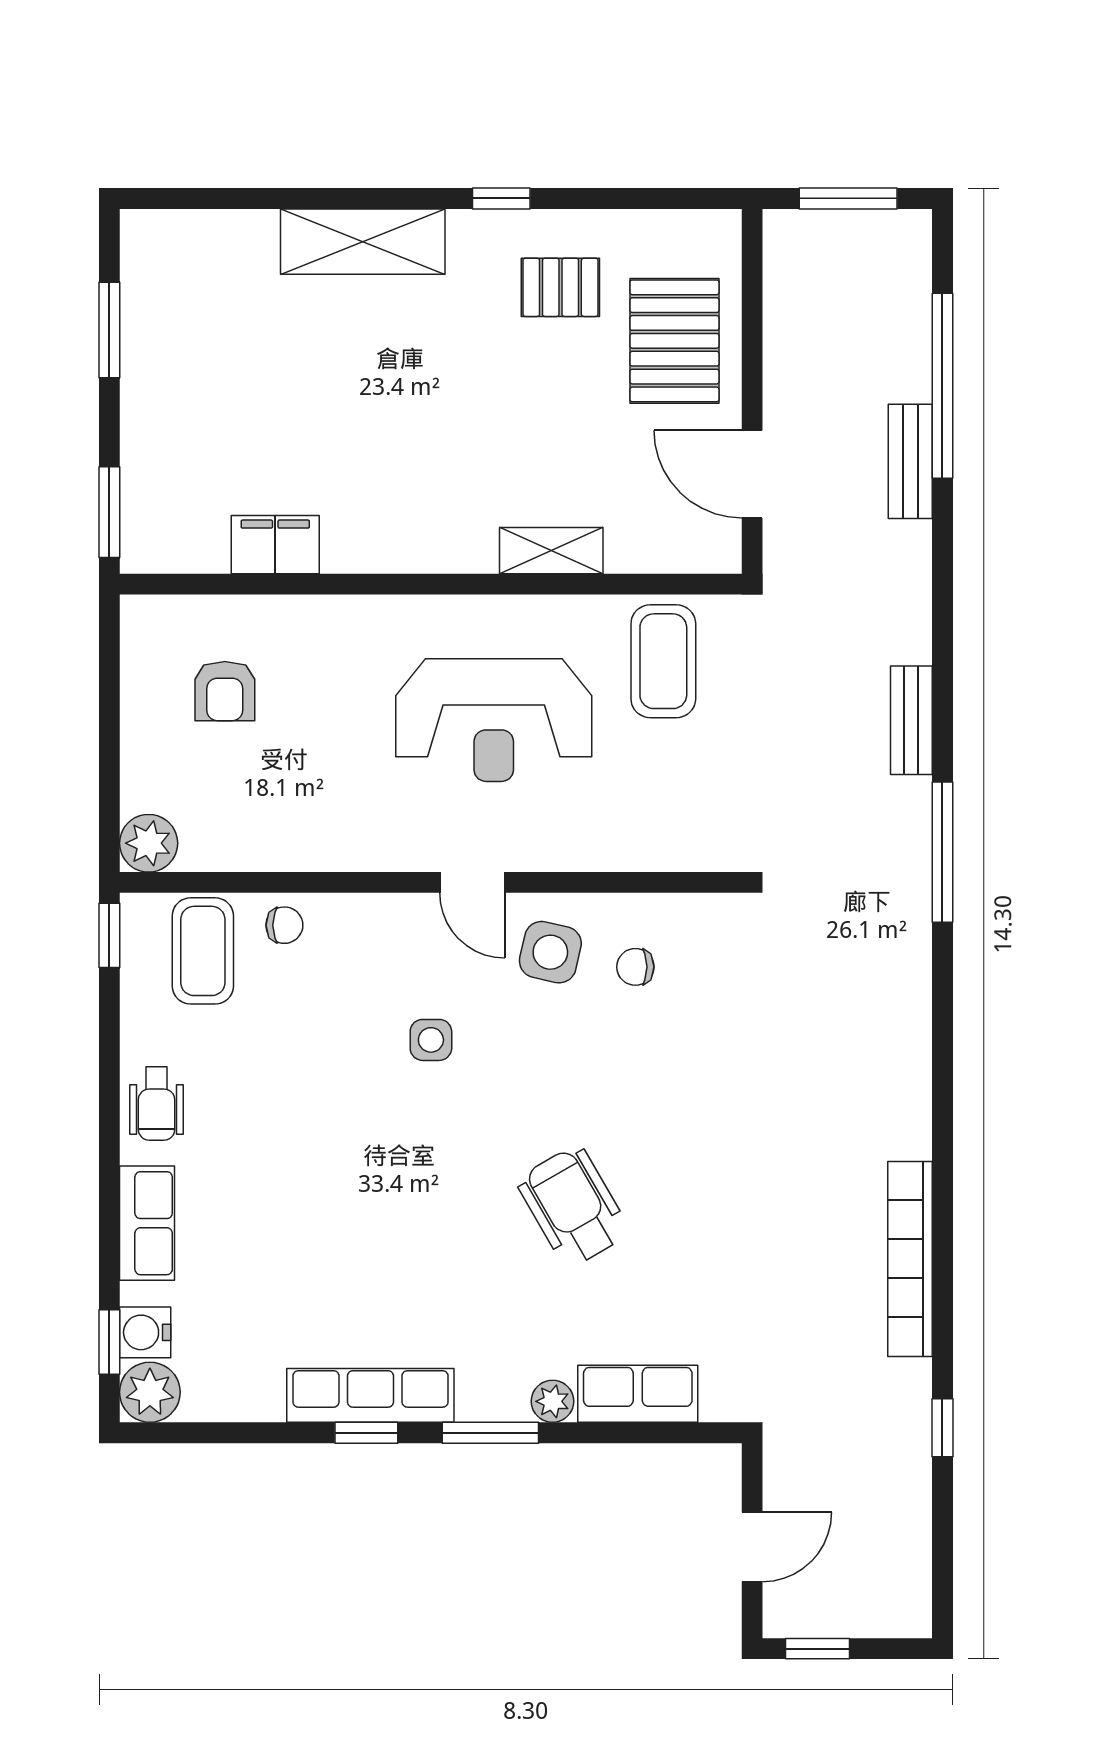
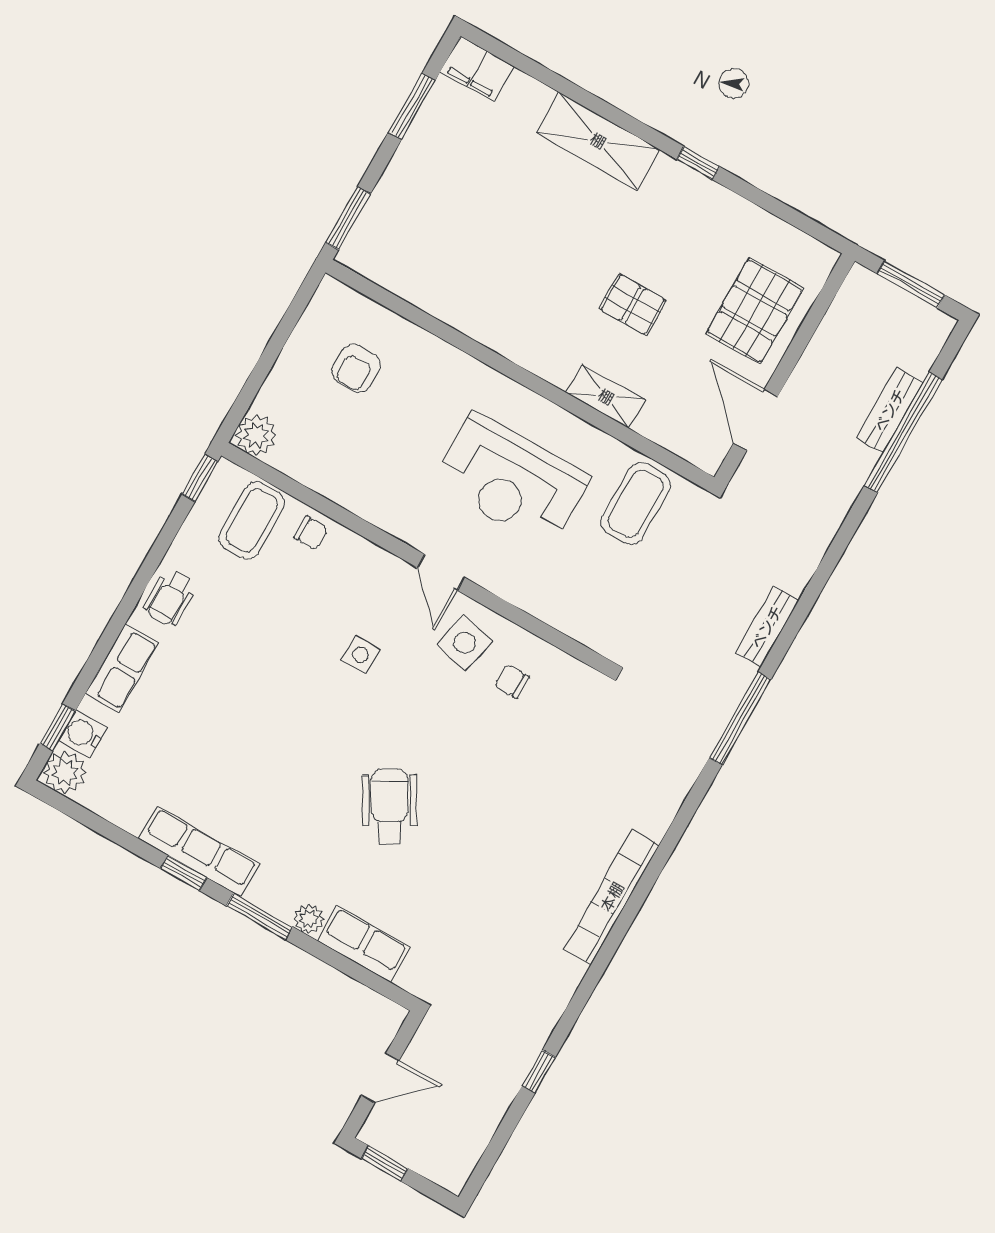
pallet: (560, 287) -> (633, 305), moved
bench: (910, 461) -> (890, 410), moved
filing cabinet: (275, 545) -> (477, 69), moved, turned 180
bookcase: (910, 1259) -> (612, 897), moved

